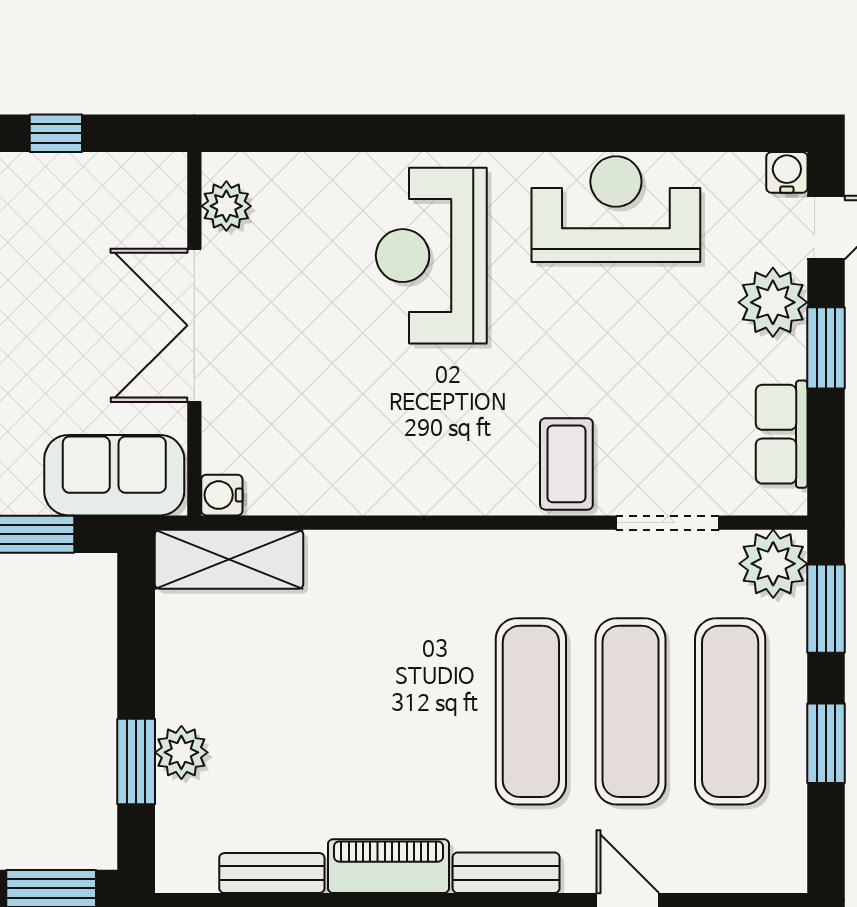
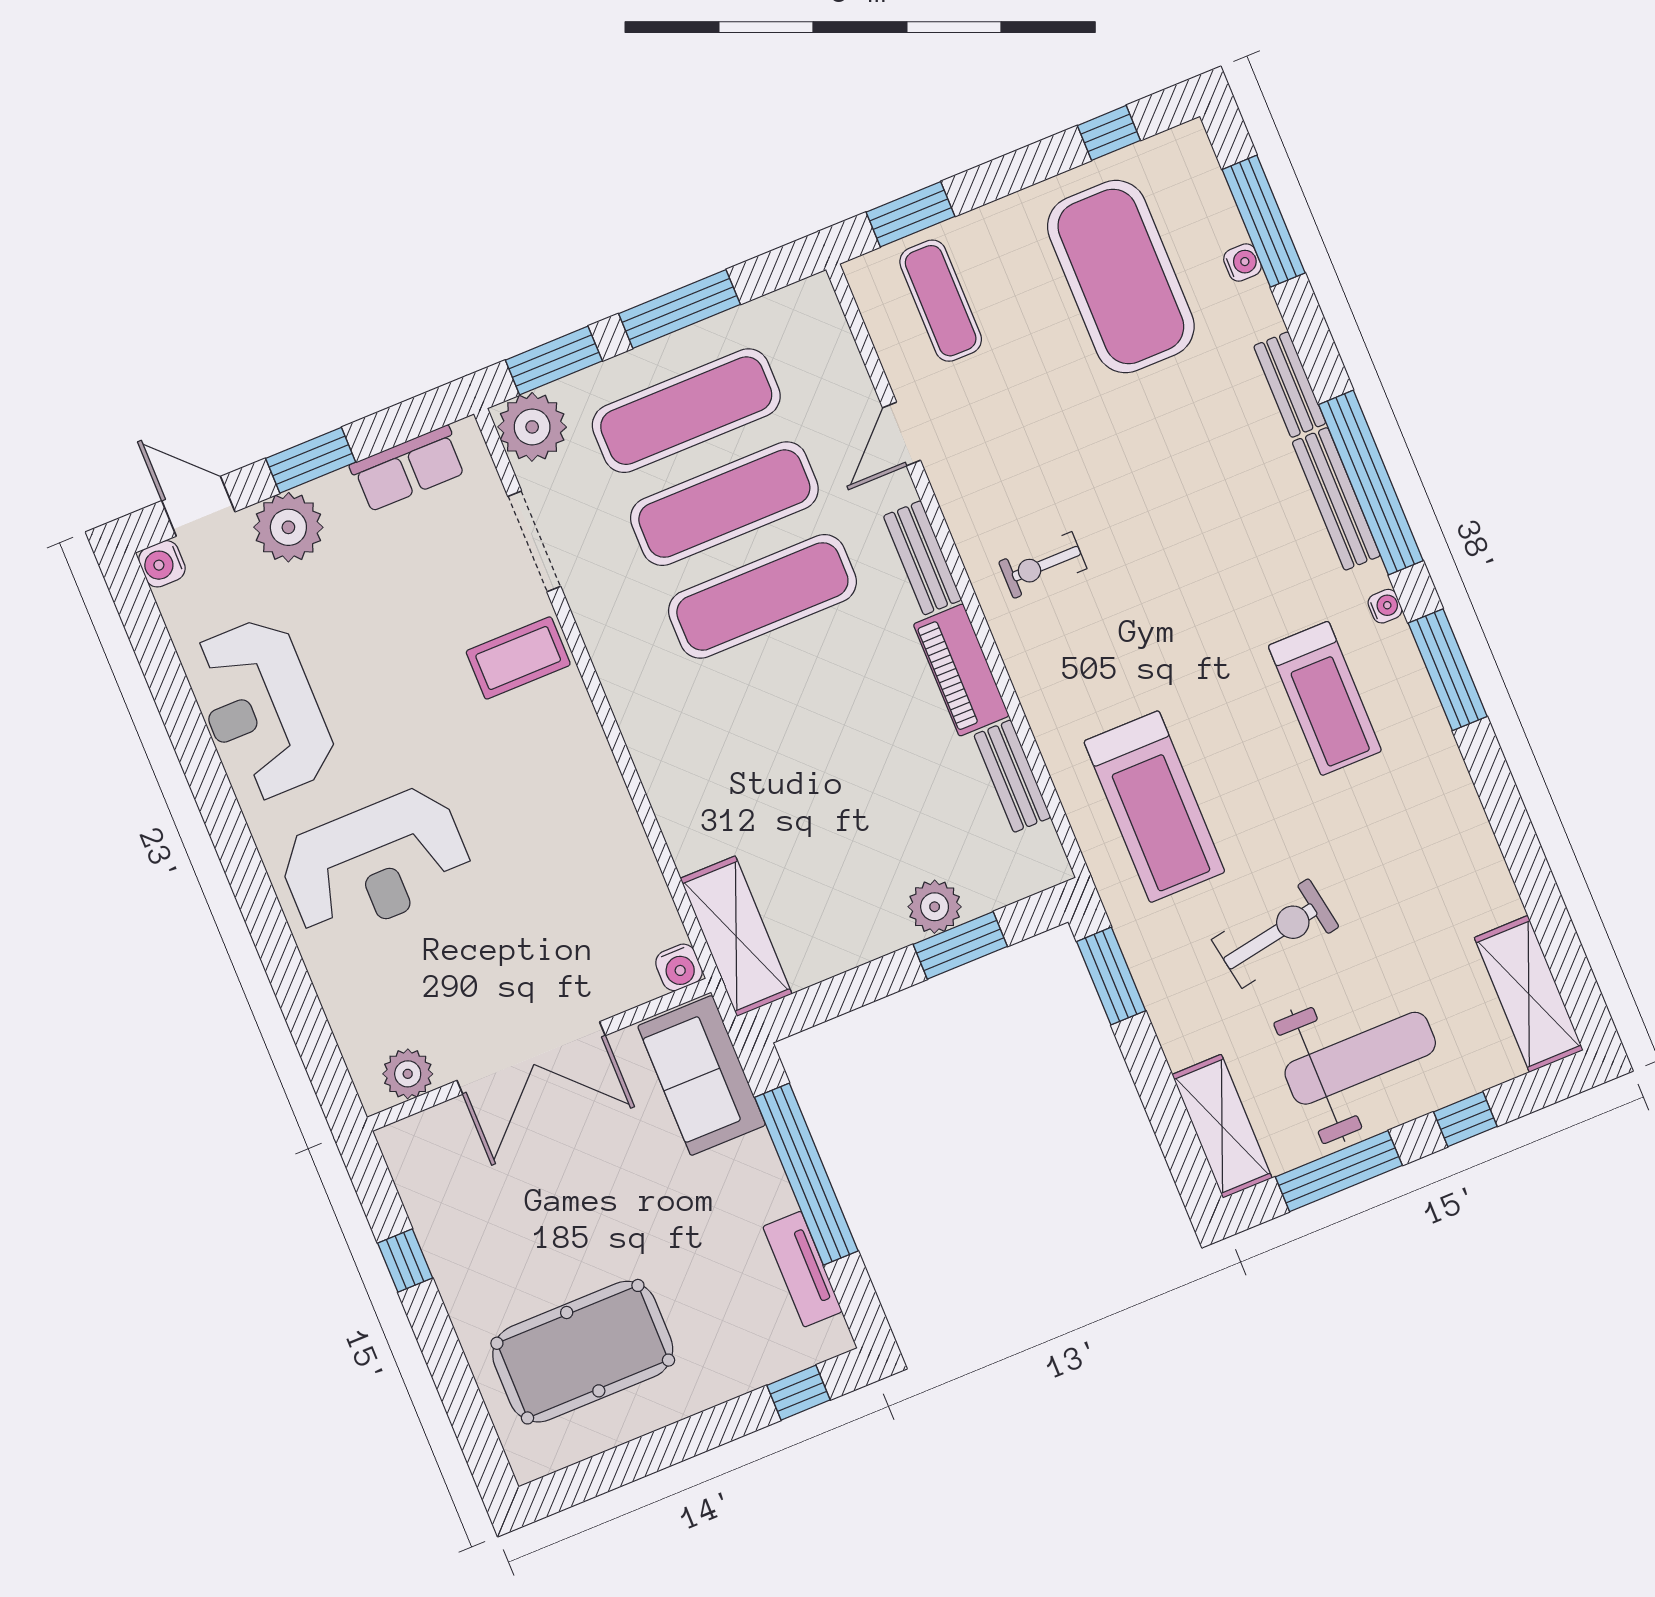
window: (826, 743) -> (679, 309), width x1.44

